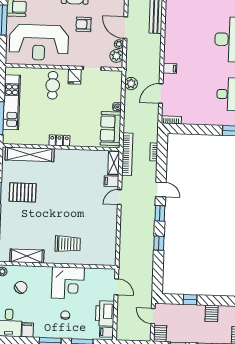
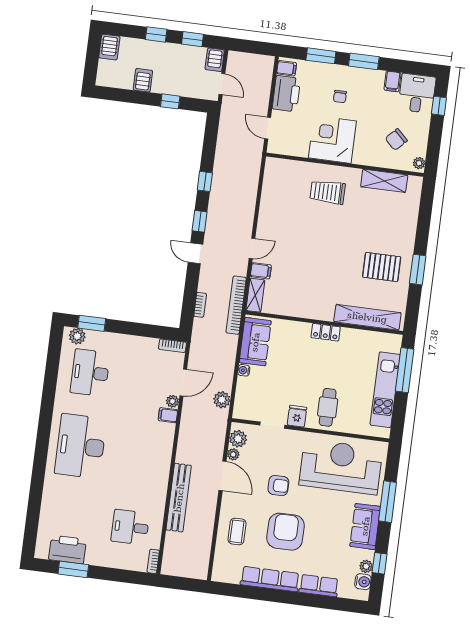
plant: (167, 79) -> (172, 401), added

